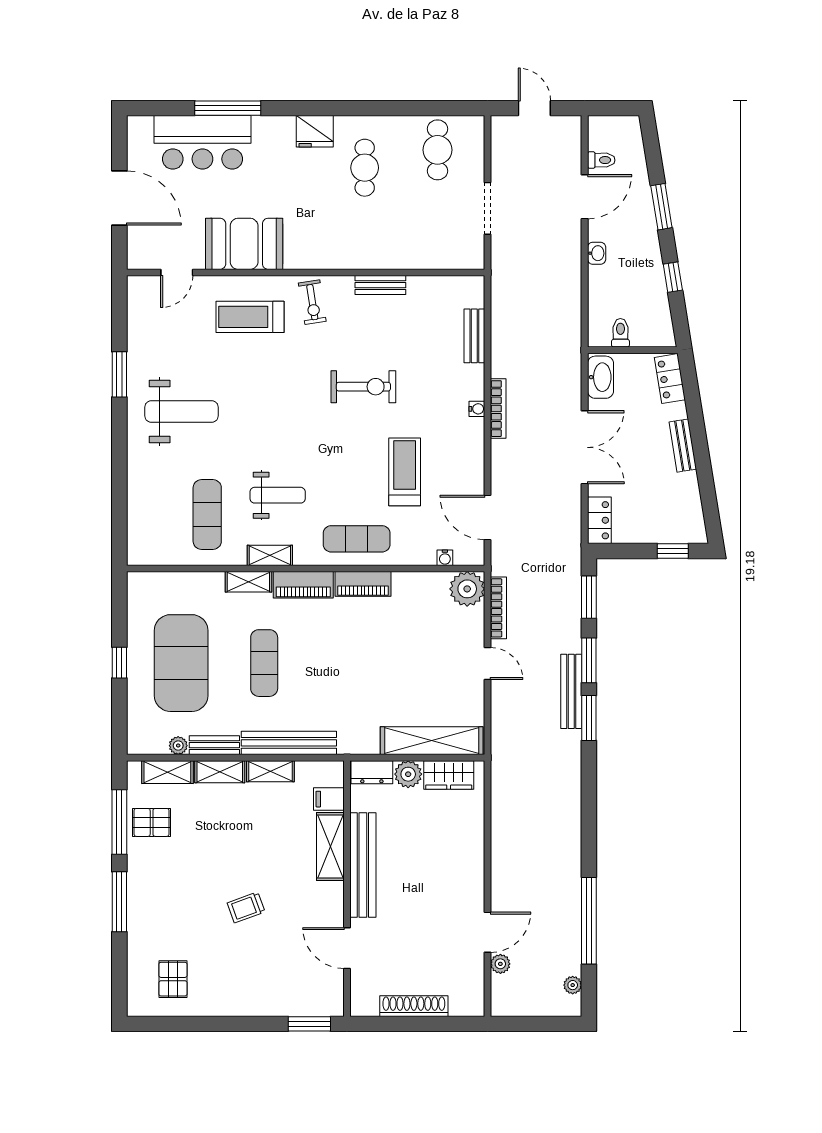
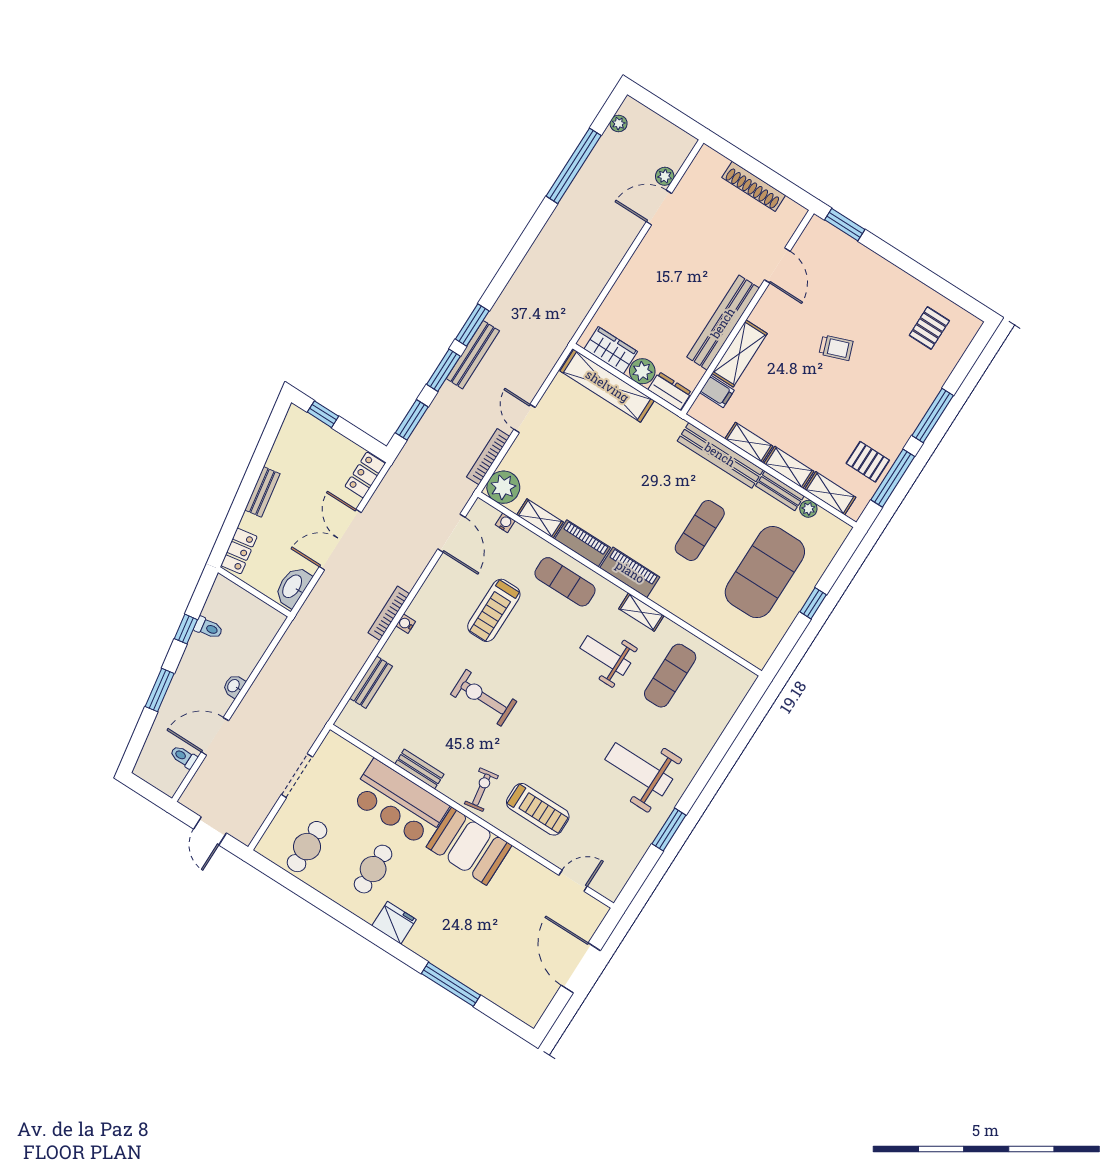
bar counter: (202, 142) -> (399, 803), moved, turned 180
booth: (244, 244) -> (469, 846), moved
toilet: (620, 333) -> (208, 628), moved, turned -99
shelving: (248, 582) -> (540, 518), moved

